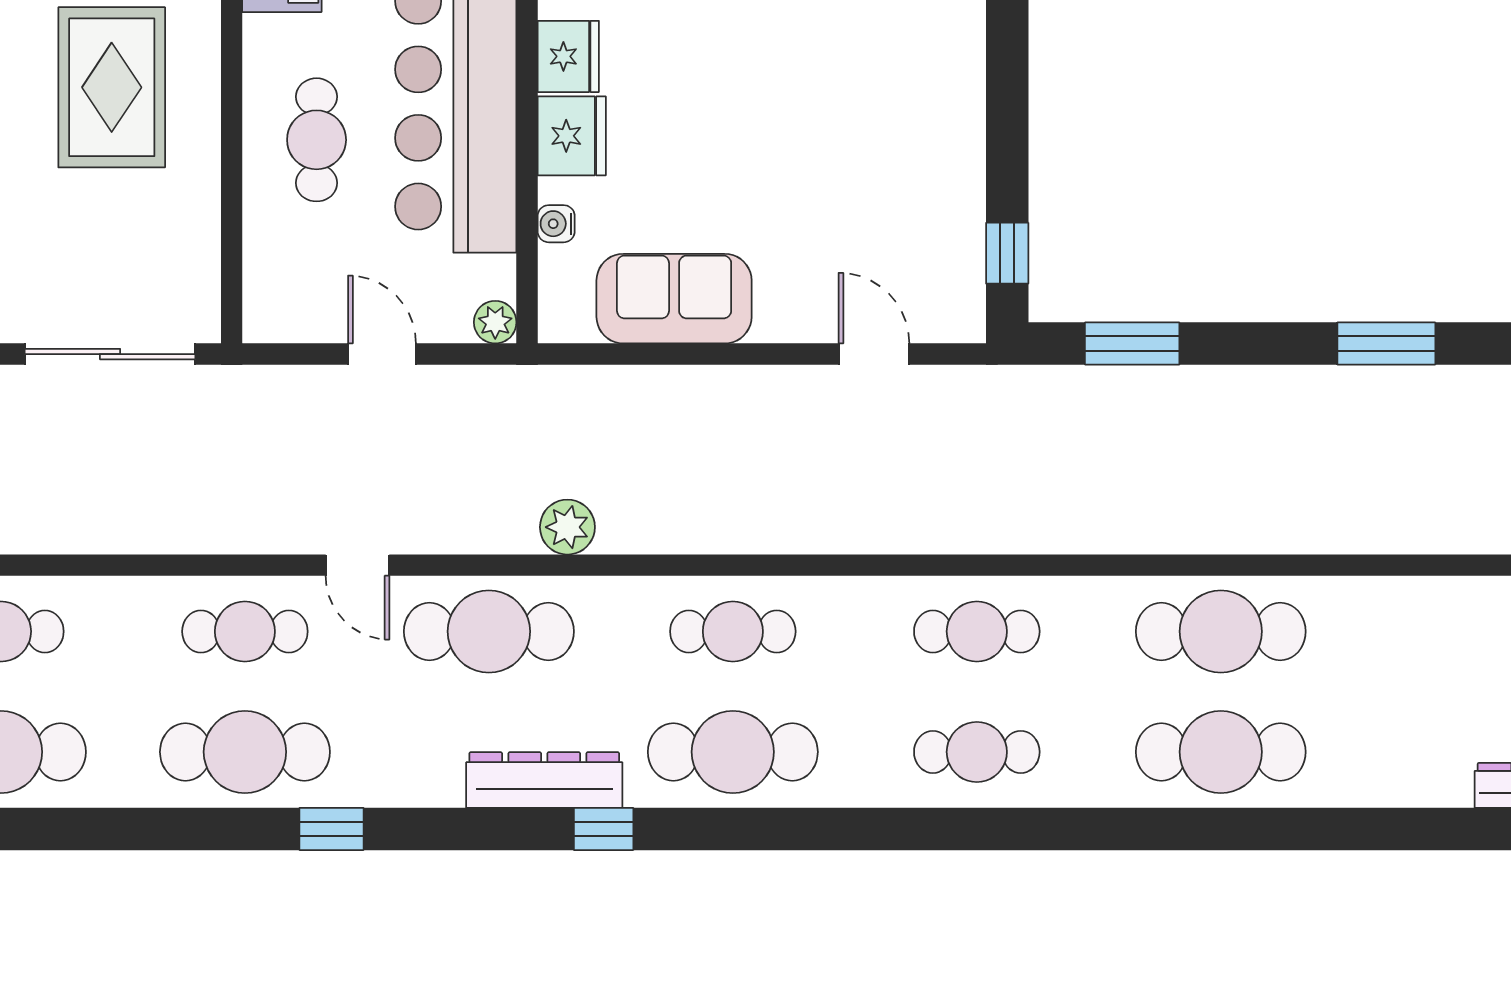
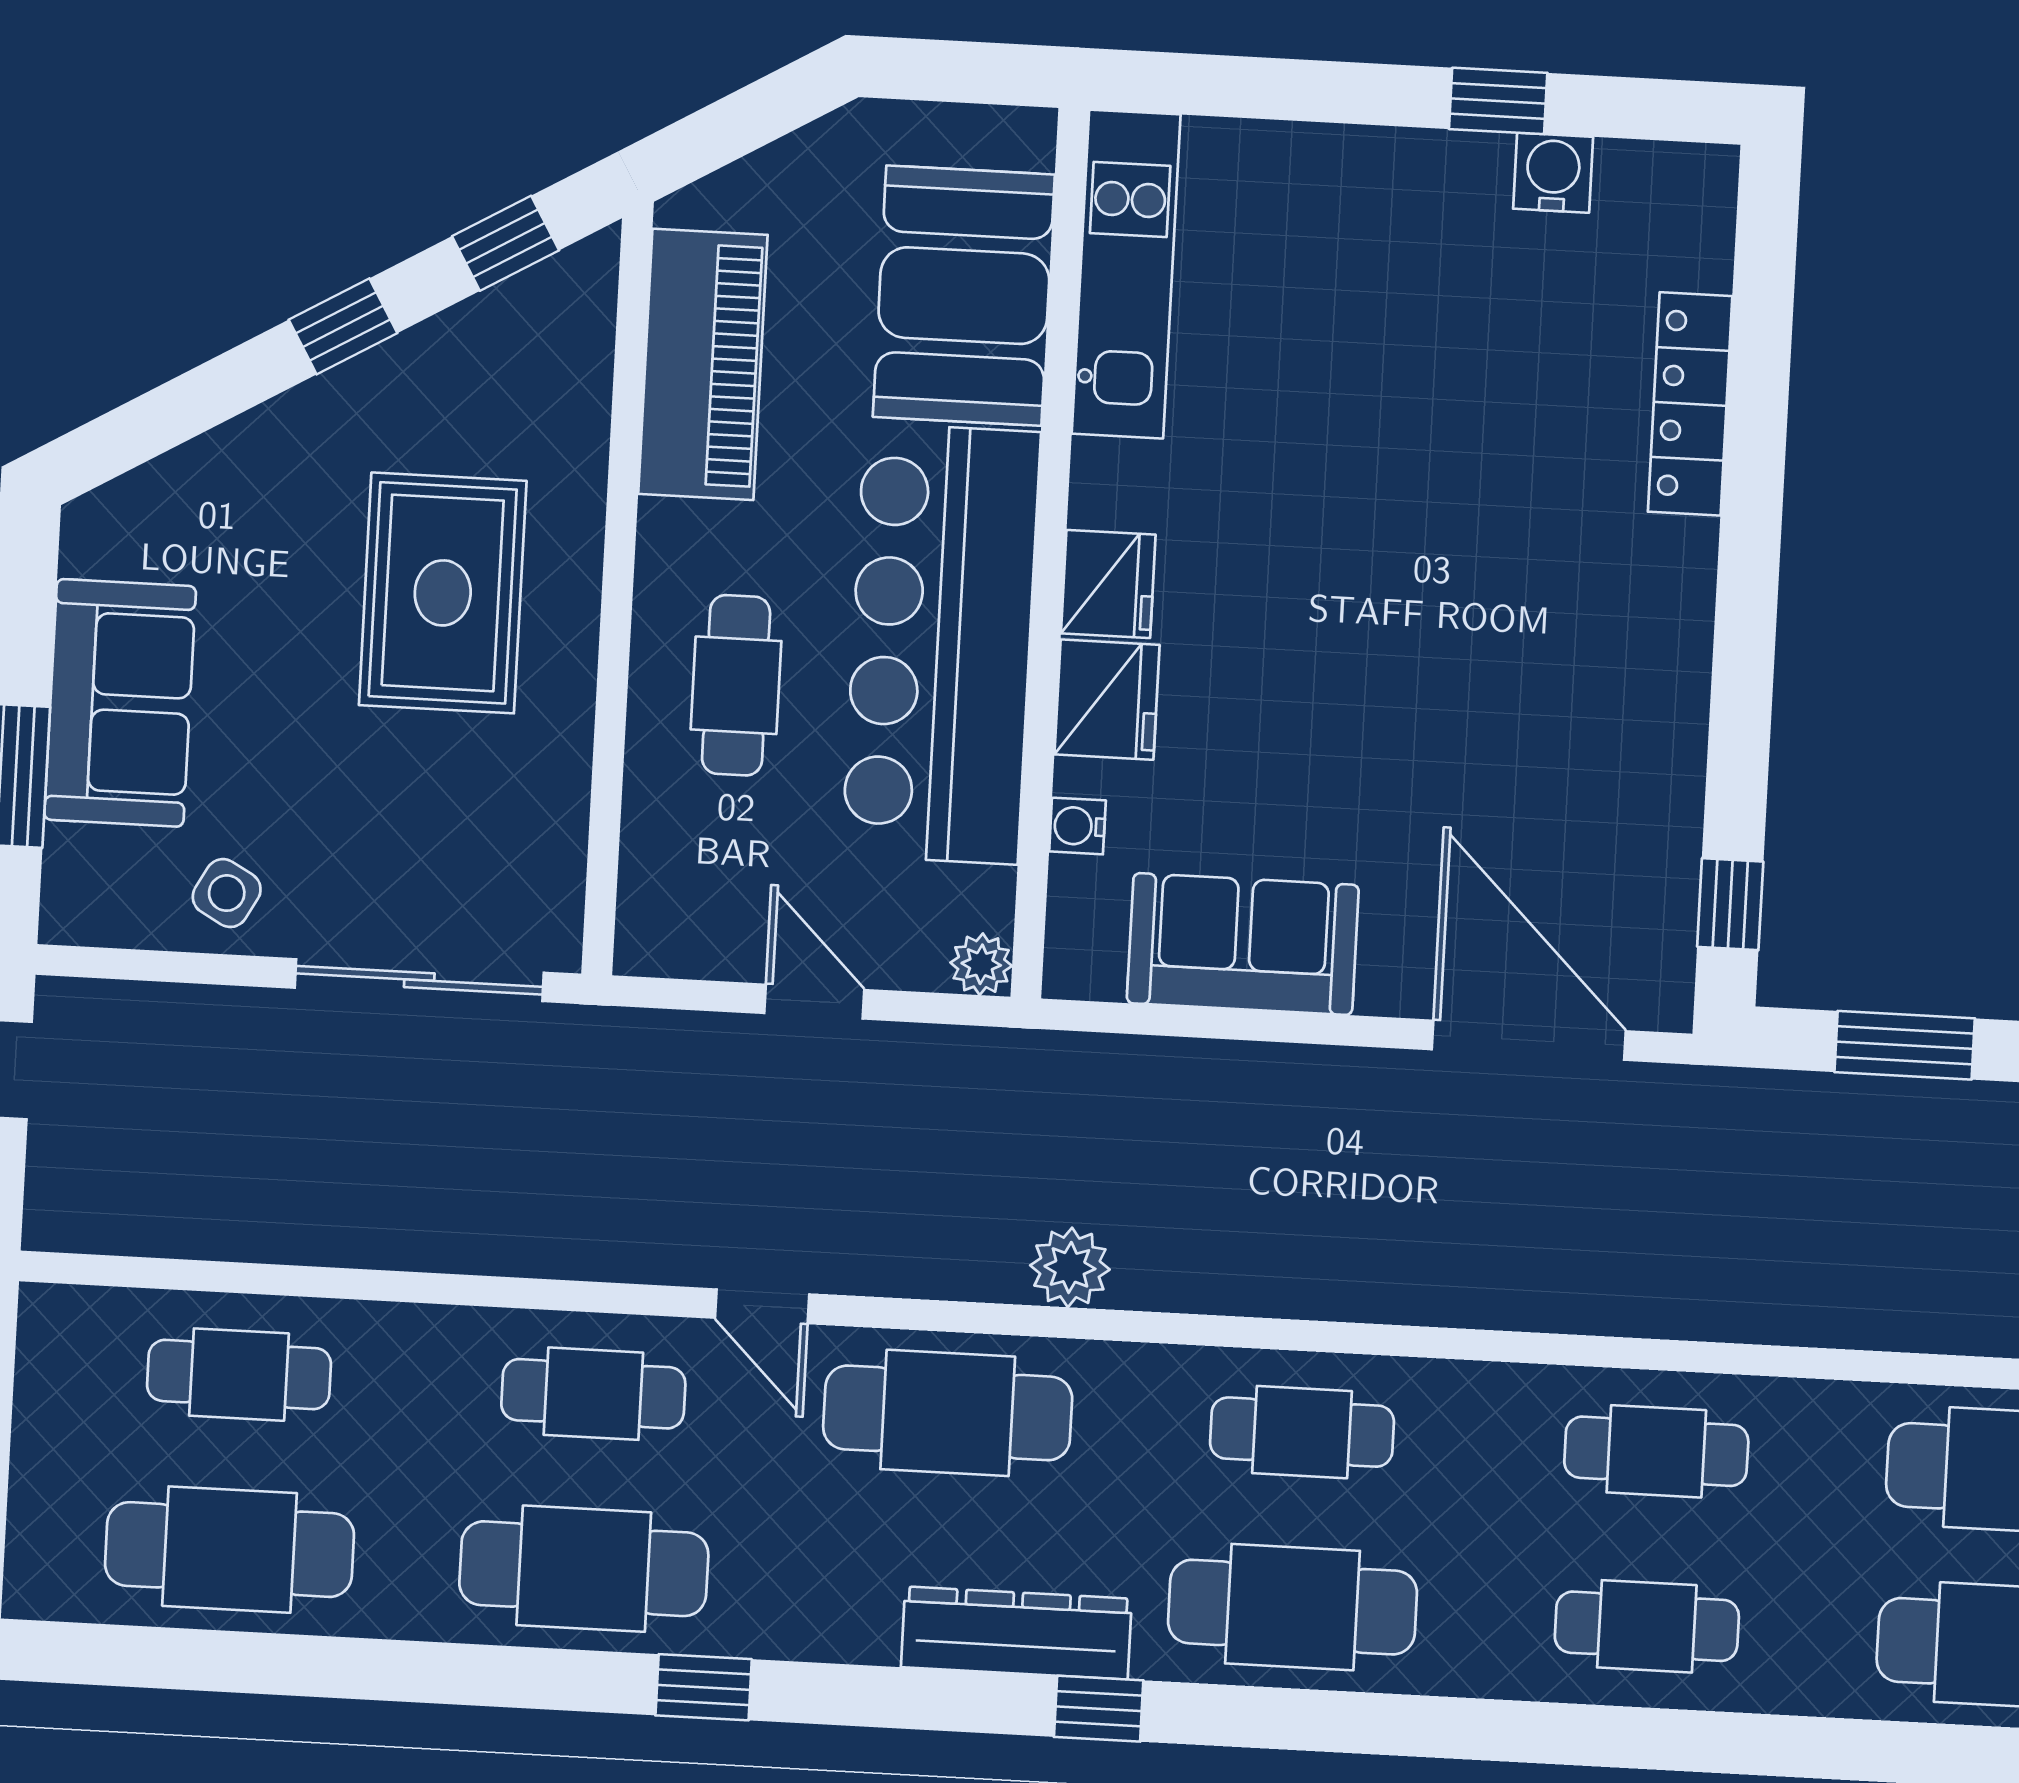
door: (874, 354) -> (1529, 1040), width x1.88

